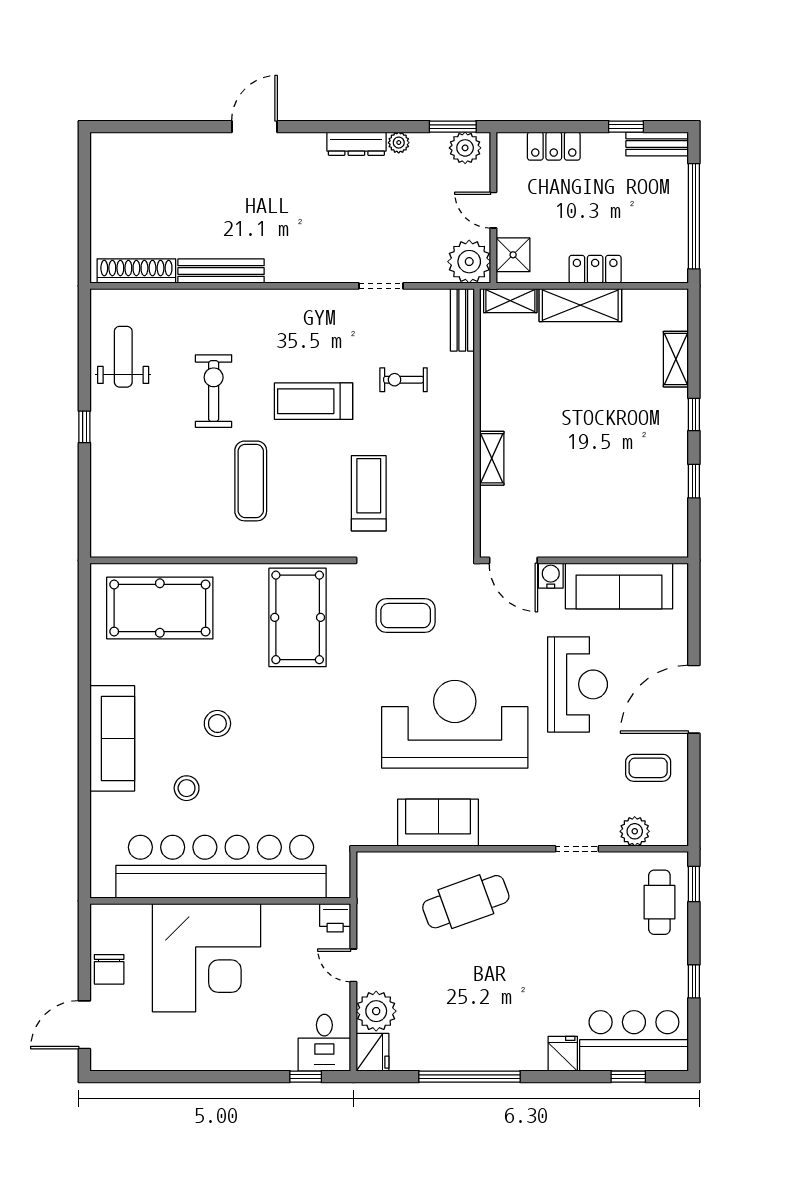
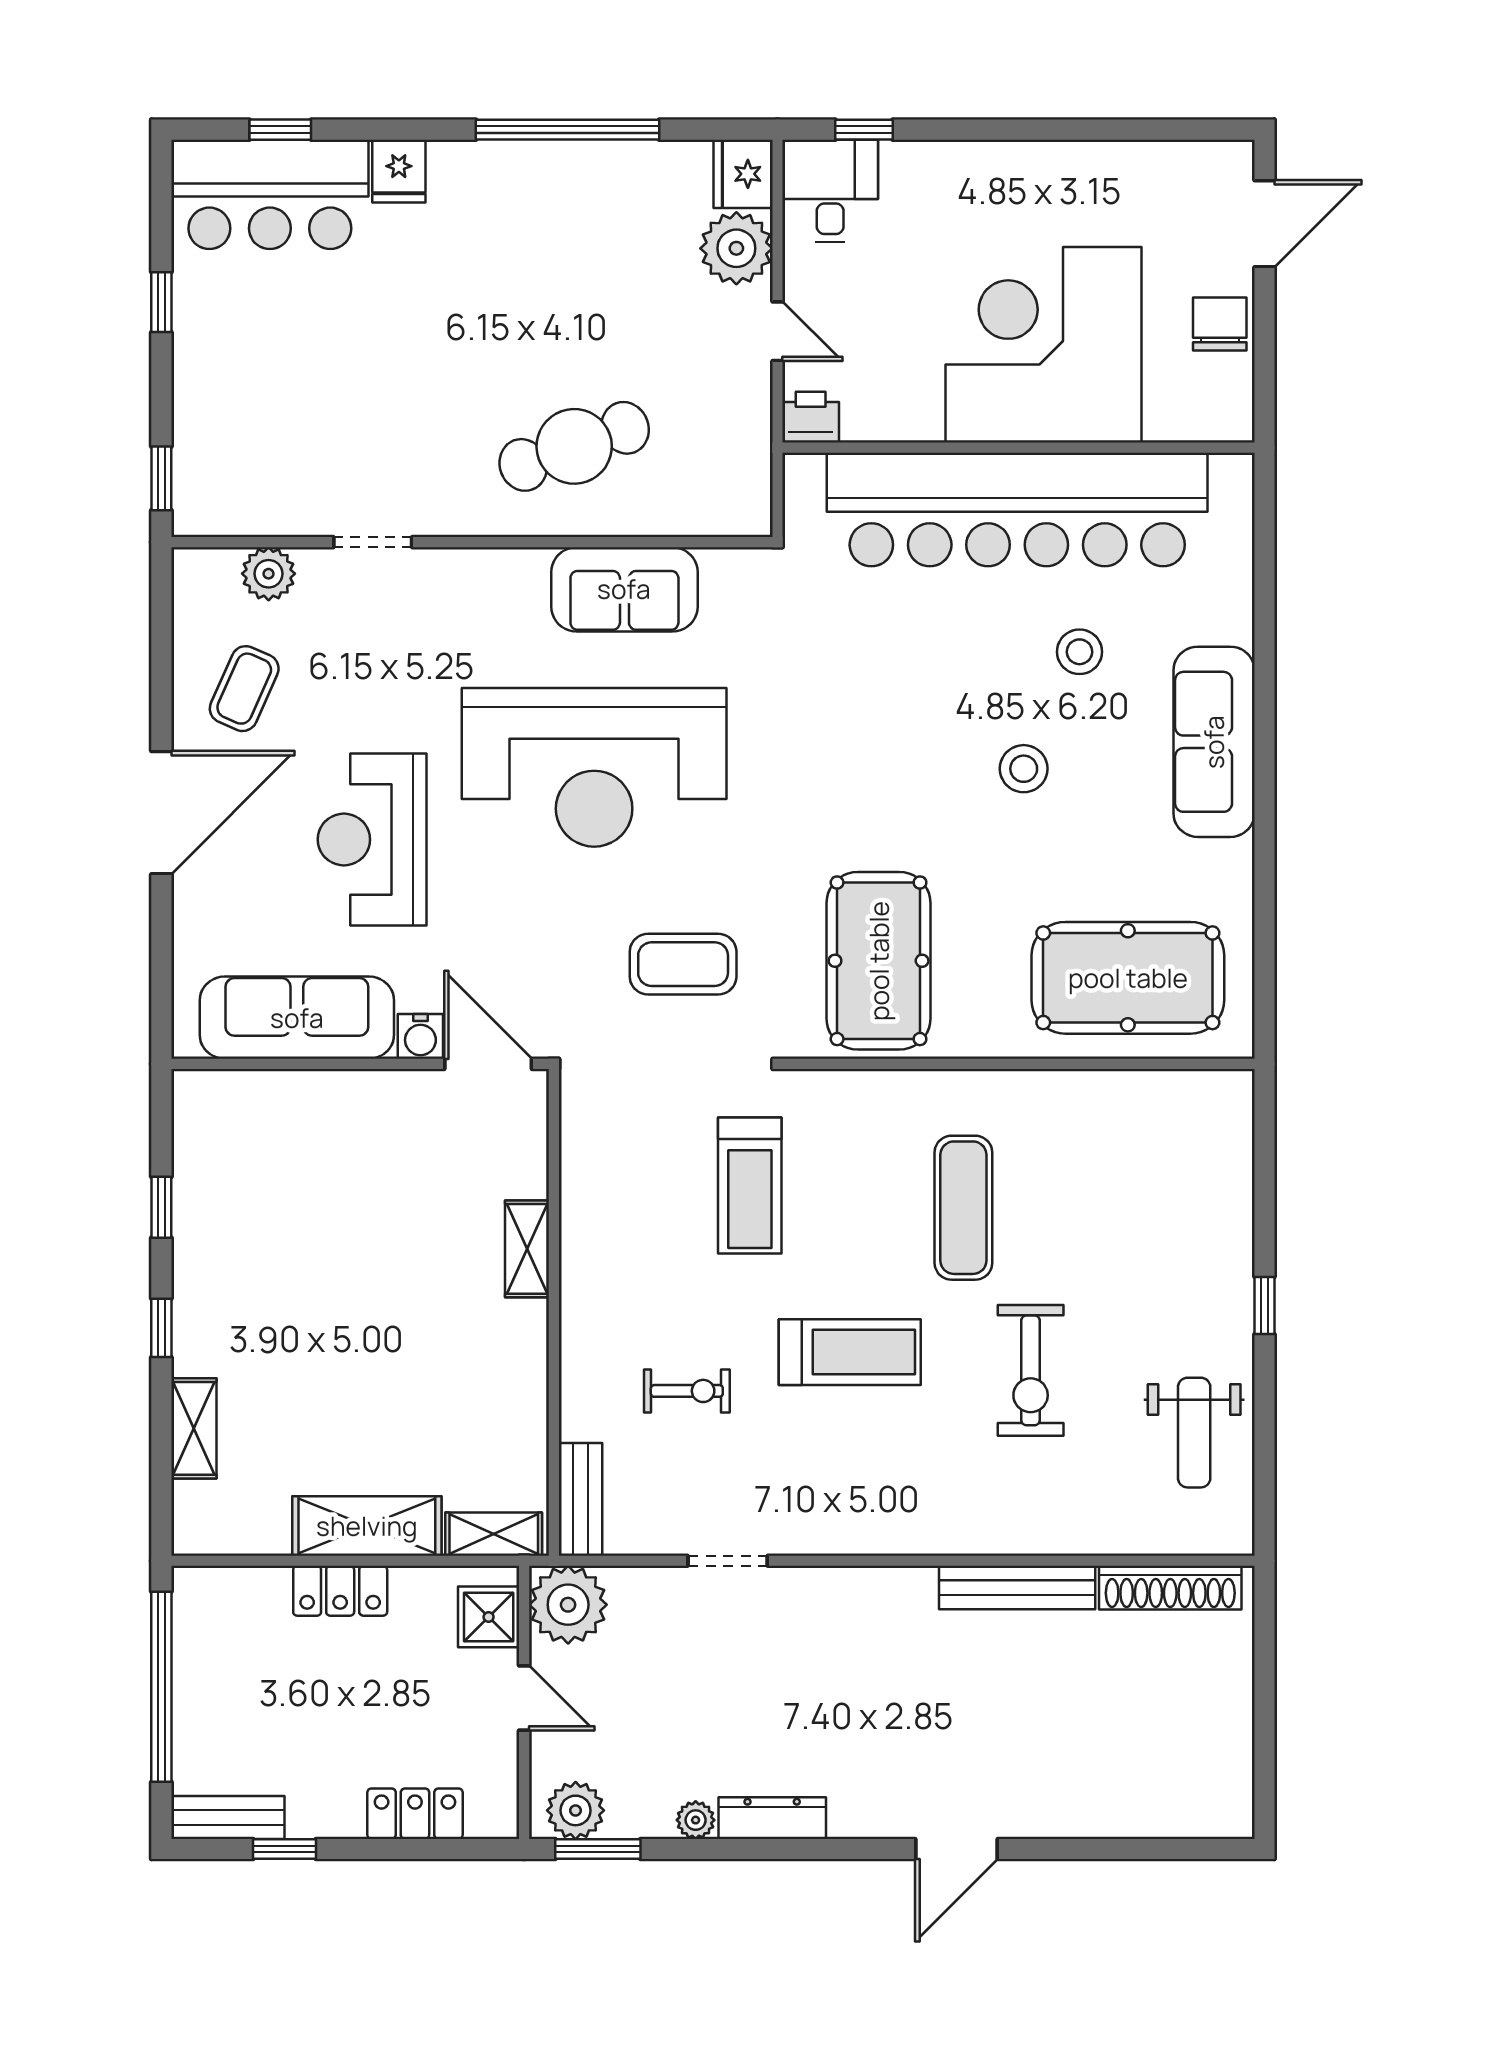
coffee table: (648, 768) -> (244, 689), turned -66
cafe table: (659, 902) -> (224, 445), removed

